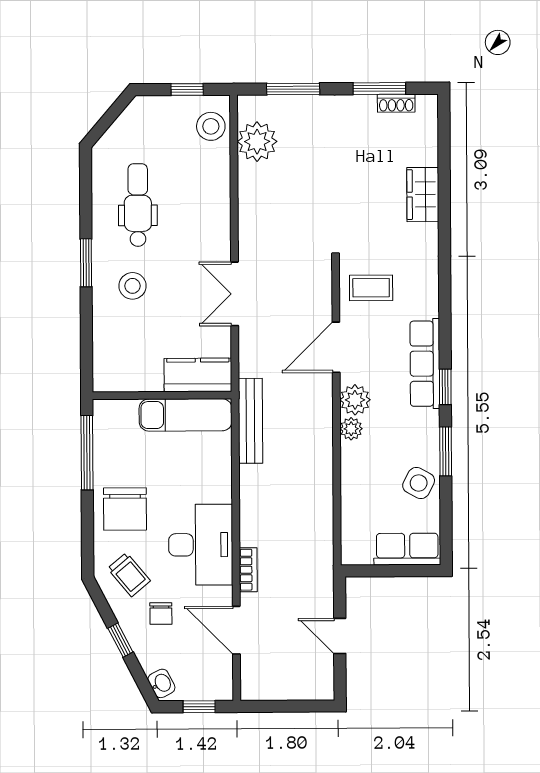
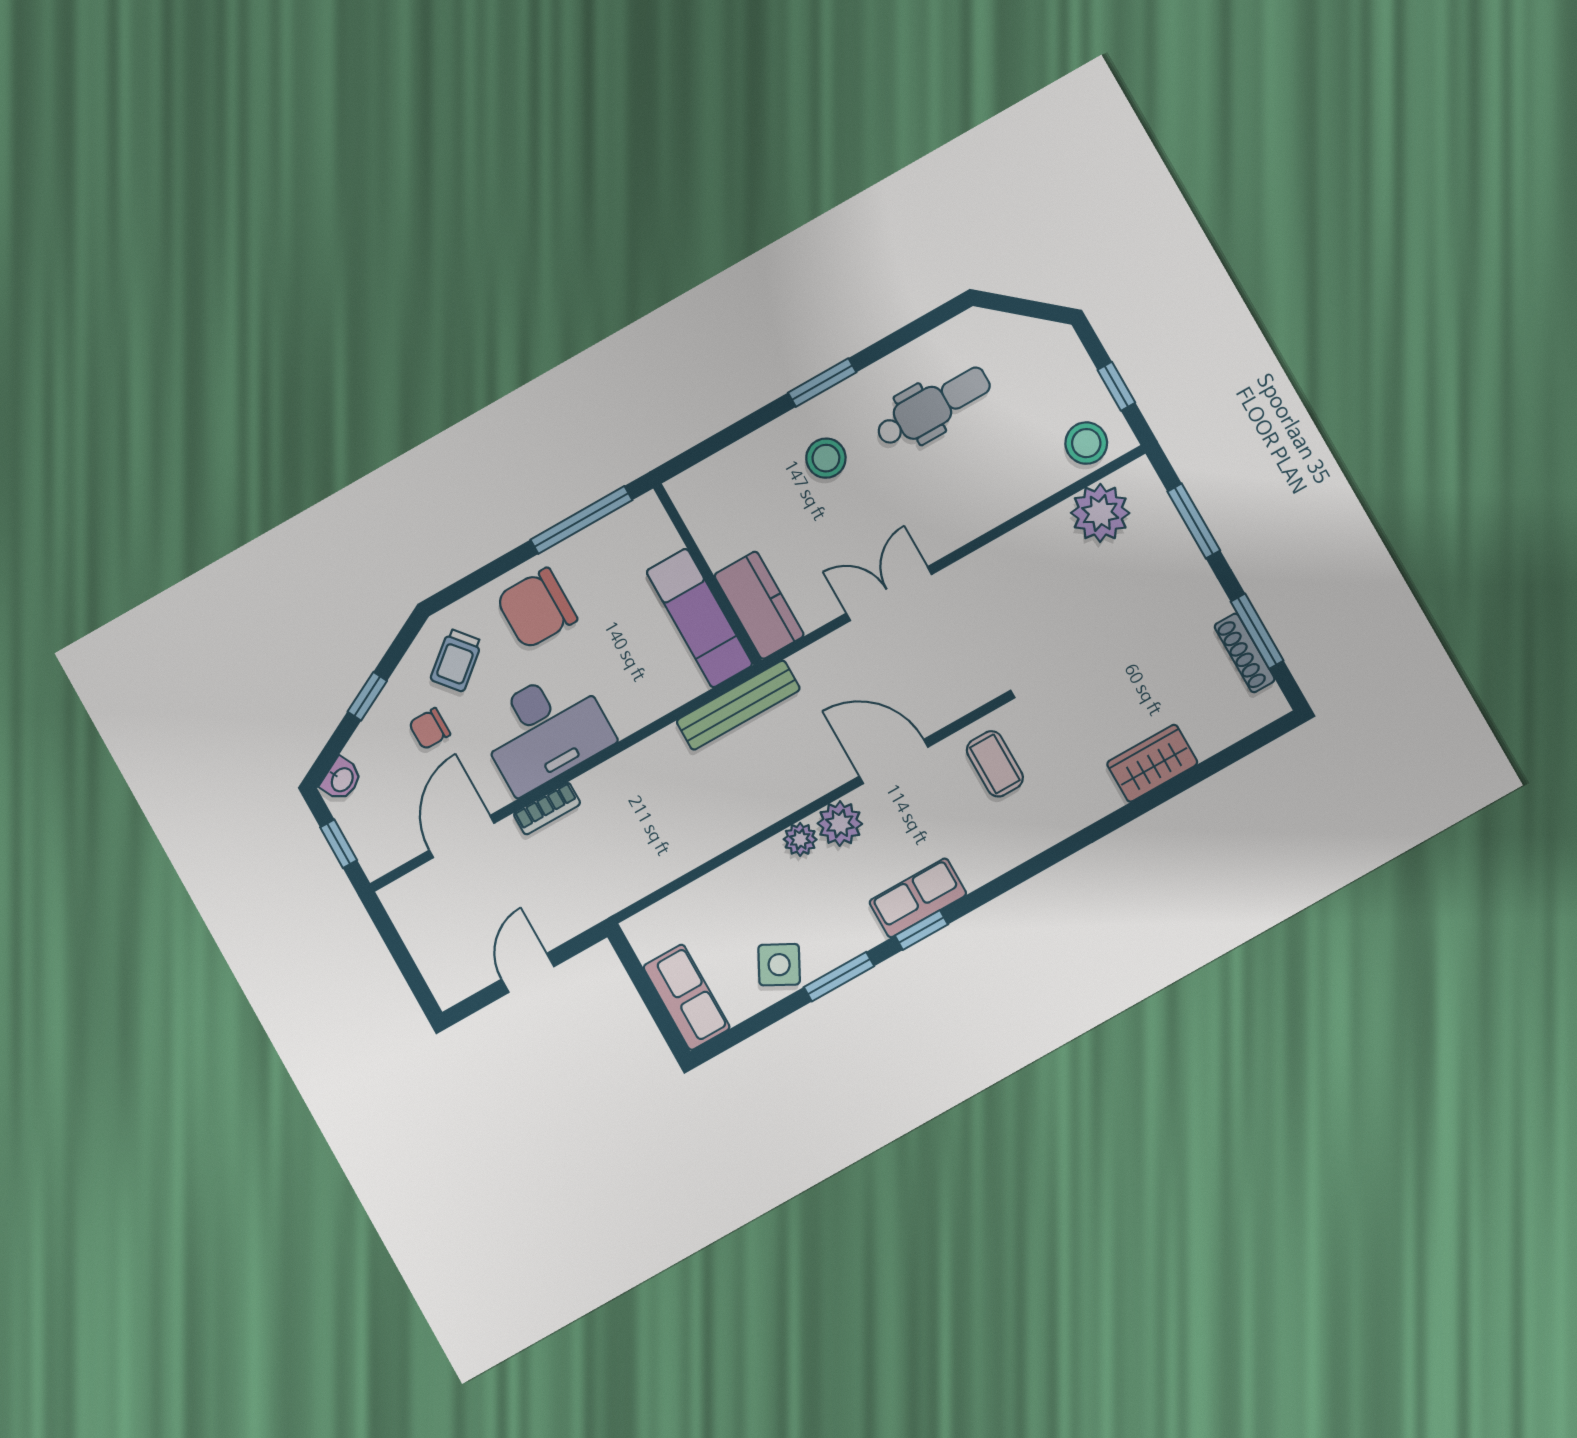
shoe rack: (396, 103) -> (1245, 653), width x1.43
row of seats: (425, 364) -> (918, 898), width x0.68

